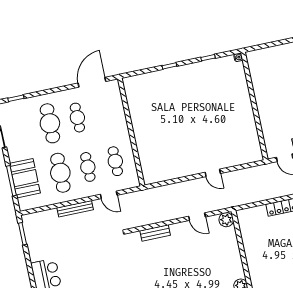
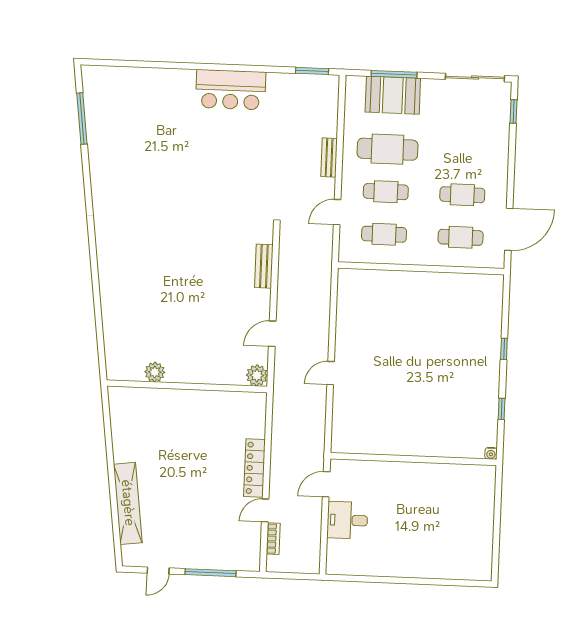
door: (92, 82) -> (509, 229), hinge flipped
cafe table: (50, 123) -> (461, 237), moved, width x0.73, depth x0.74
bench: (75, 209) -> (329, 158), width x0.73

